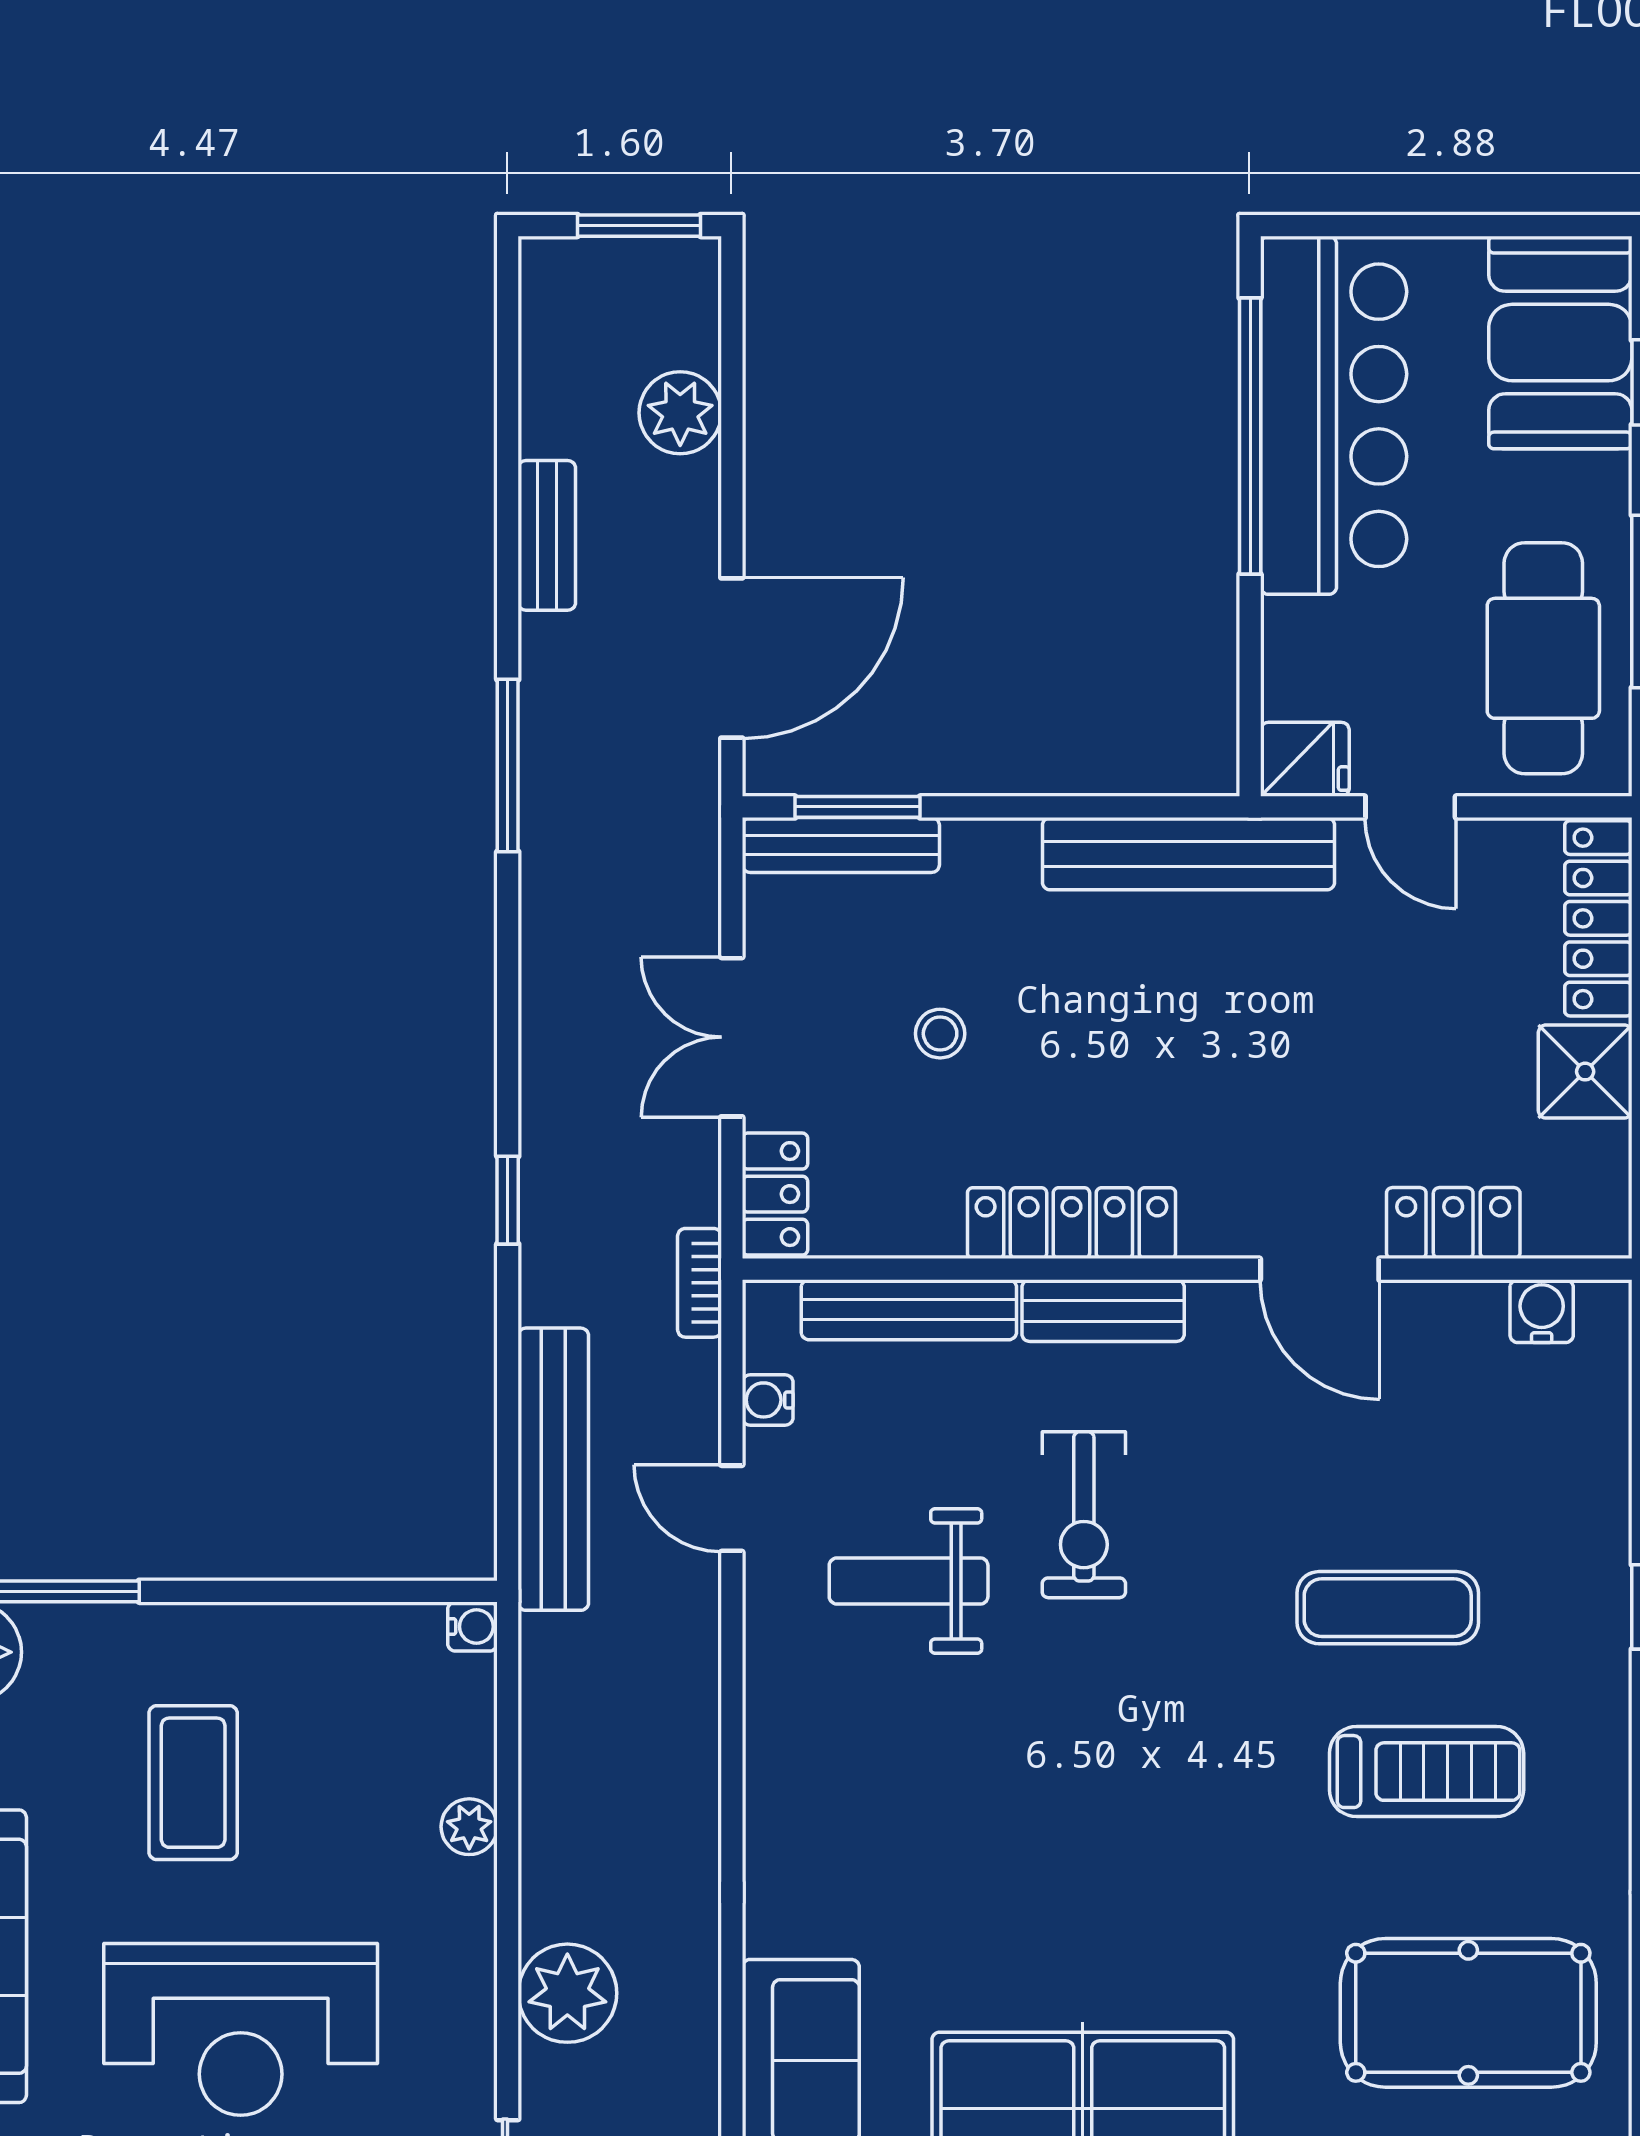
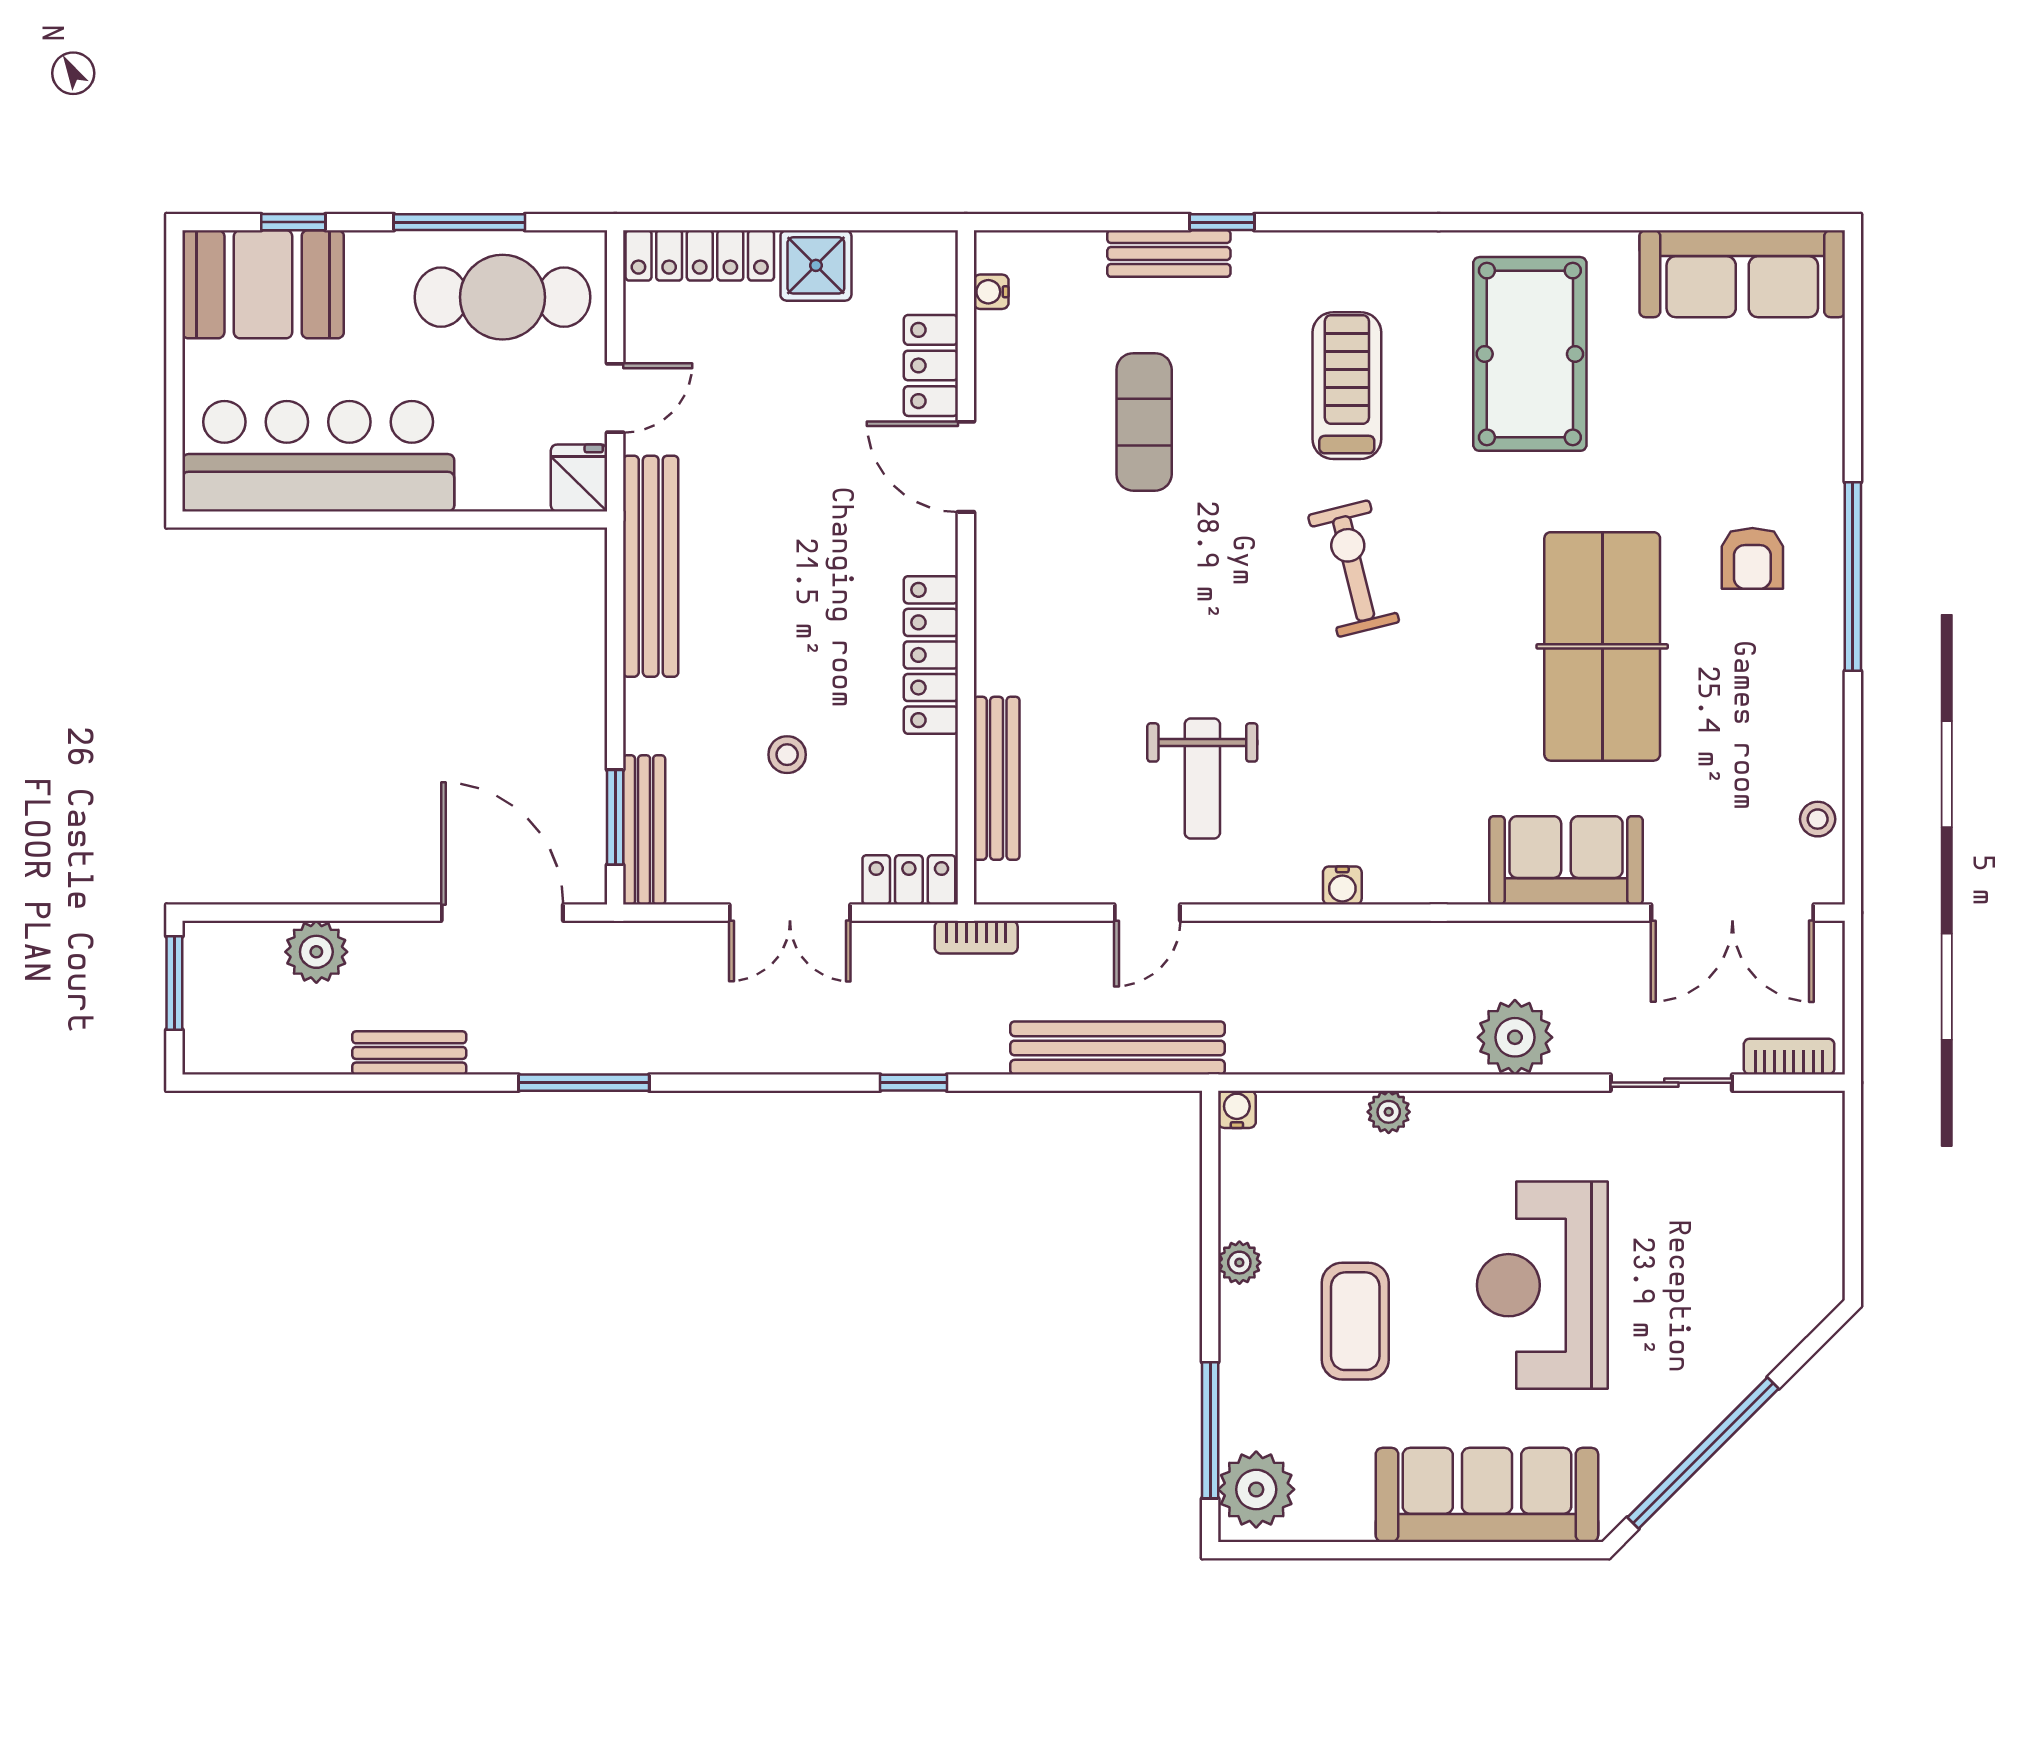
window: (1250, 436) -> (334, 520), removed
door: (1320, 1269) -> (966, 467), swing flipped
bench: (1103, 1311) -> (1169, 254), moved, turned 90
water cooler: (1542, 1311) -> (991, 292), width x0.72, depth x0.72
water cooler: (768, 1400) -> (1342, 885), moved
exercise bike: (1084, 1515) -> (1354, 569), moved, turned -104
exercise mat: (1388, 1608) -> (1144, 422), moved
plant: (270, 1630) -> (1239, 1263), added
coffee table: (193, 1783) -> (1355, 1321), turned 90
reception desk: (241, 2029) -> (1542, 1285), turned 180

